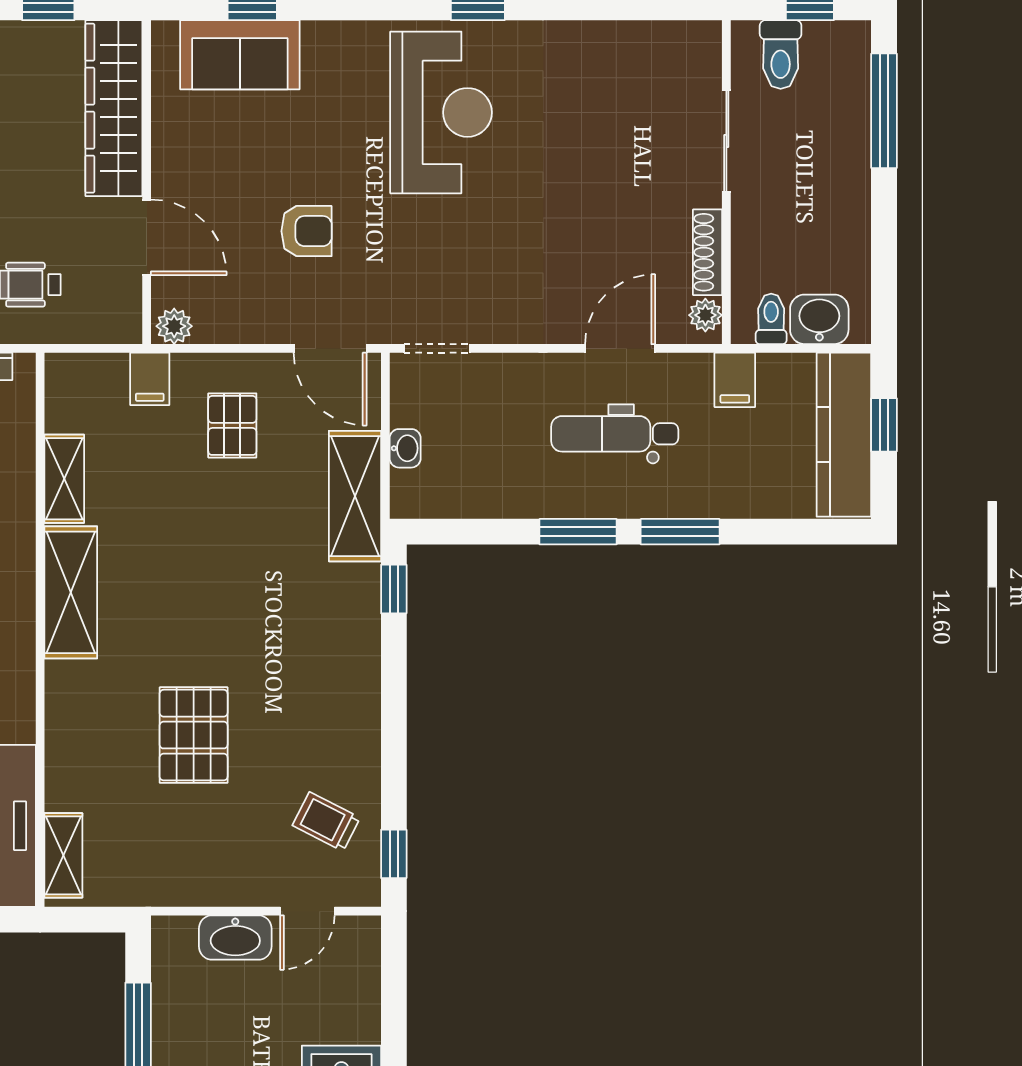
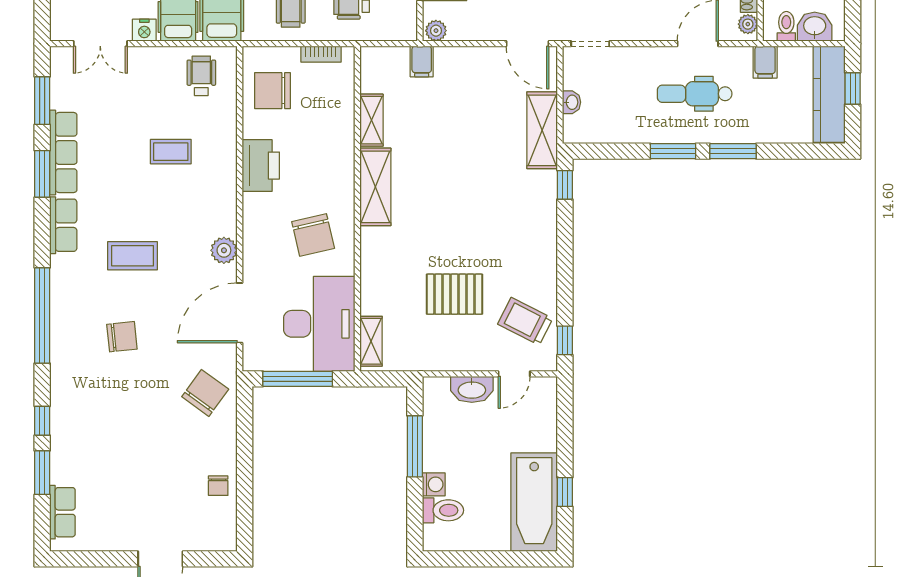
pallet: (232, 425) -> (470, 89), removed
pallet: (194, 735) -> (454, 294), moved, turned 90
trolley: (326, 822) -> (525, 321), width x1.36, depth x1.39

